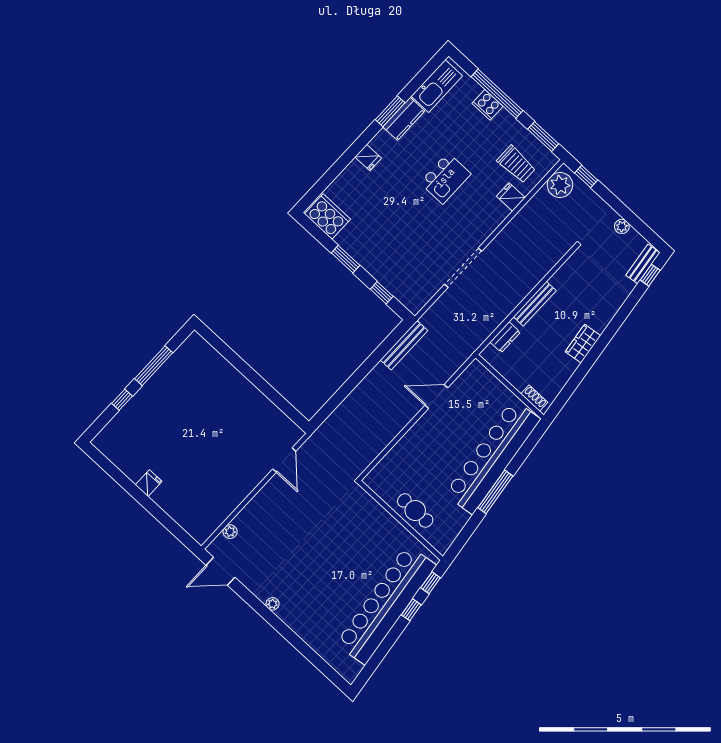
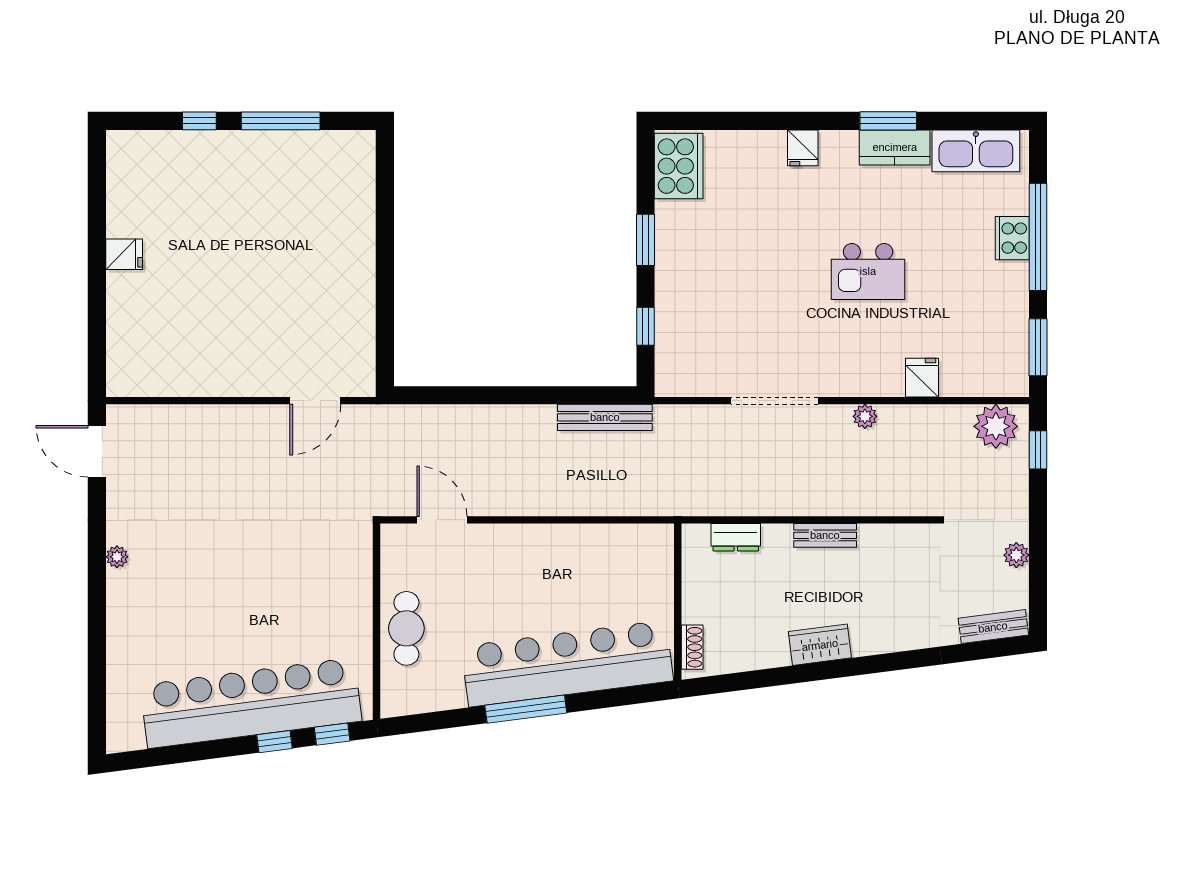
trolley: (516, 164) -> (971, 346), removed
window: (650, 275) -> (988, 649), removed
bench: (535, 304) -> (825, 535), width x0.73
door: (436, 397) -> (442, 520), moved
plant: (230, 532) -> (865, 416), moved

